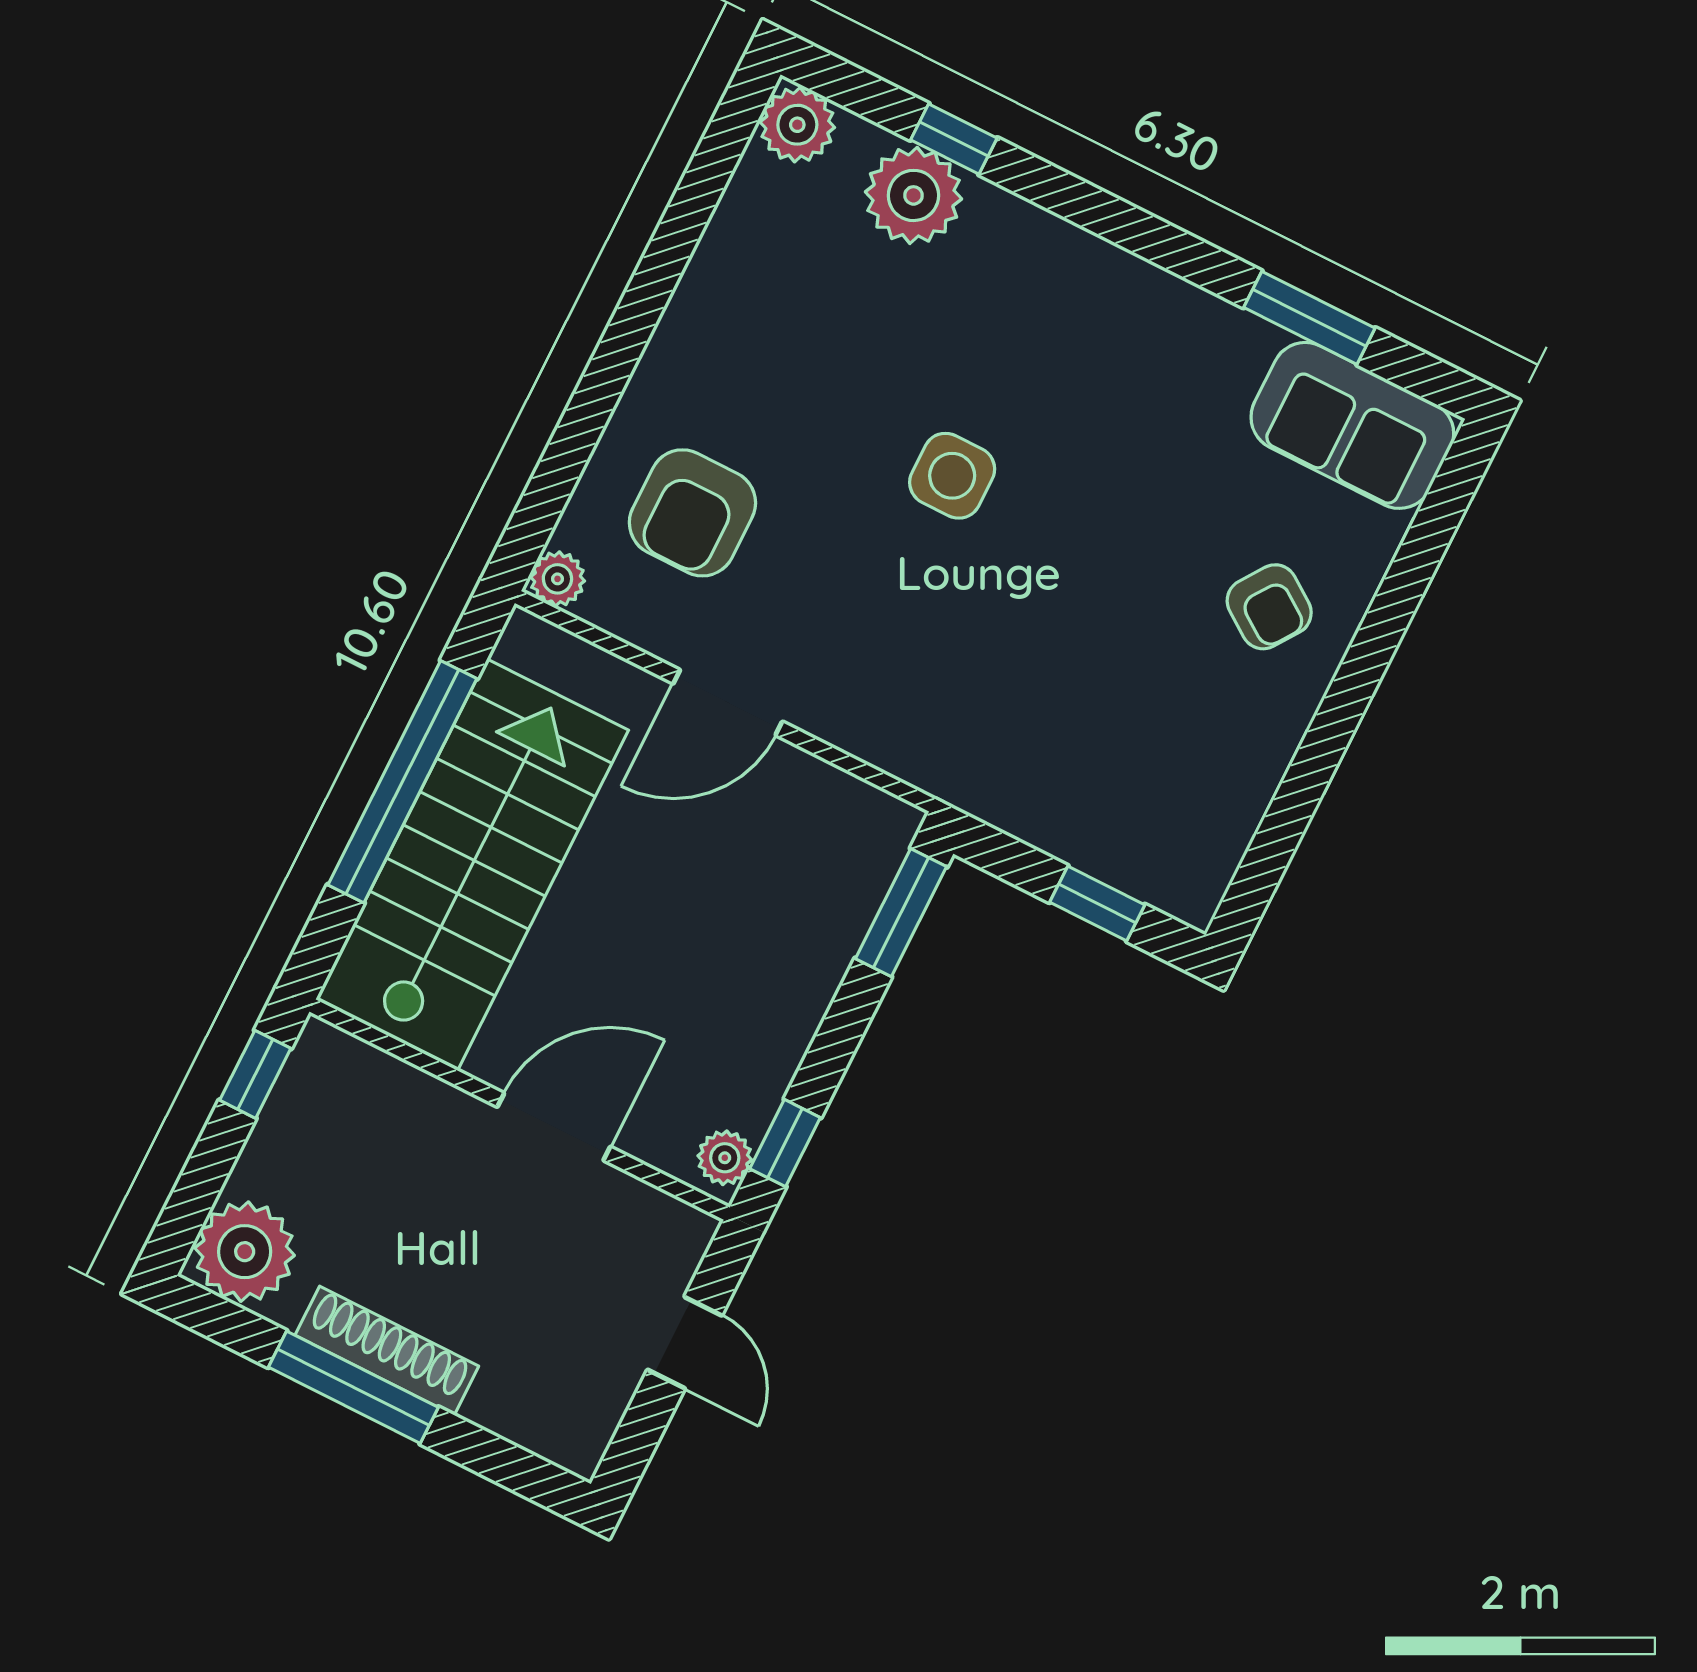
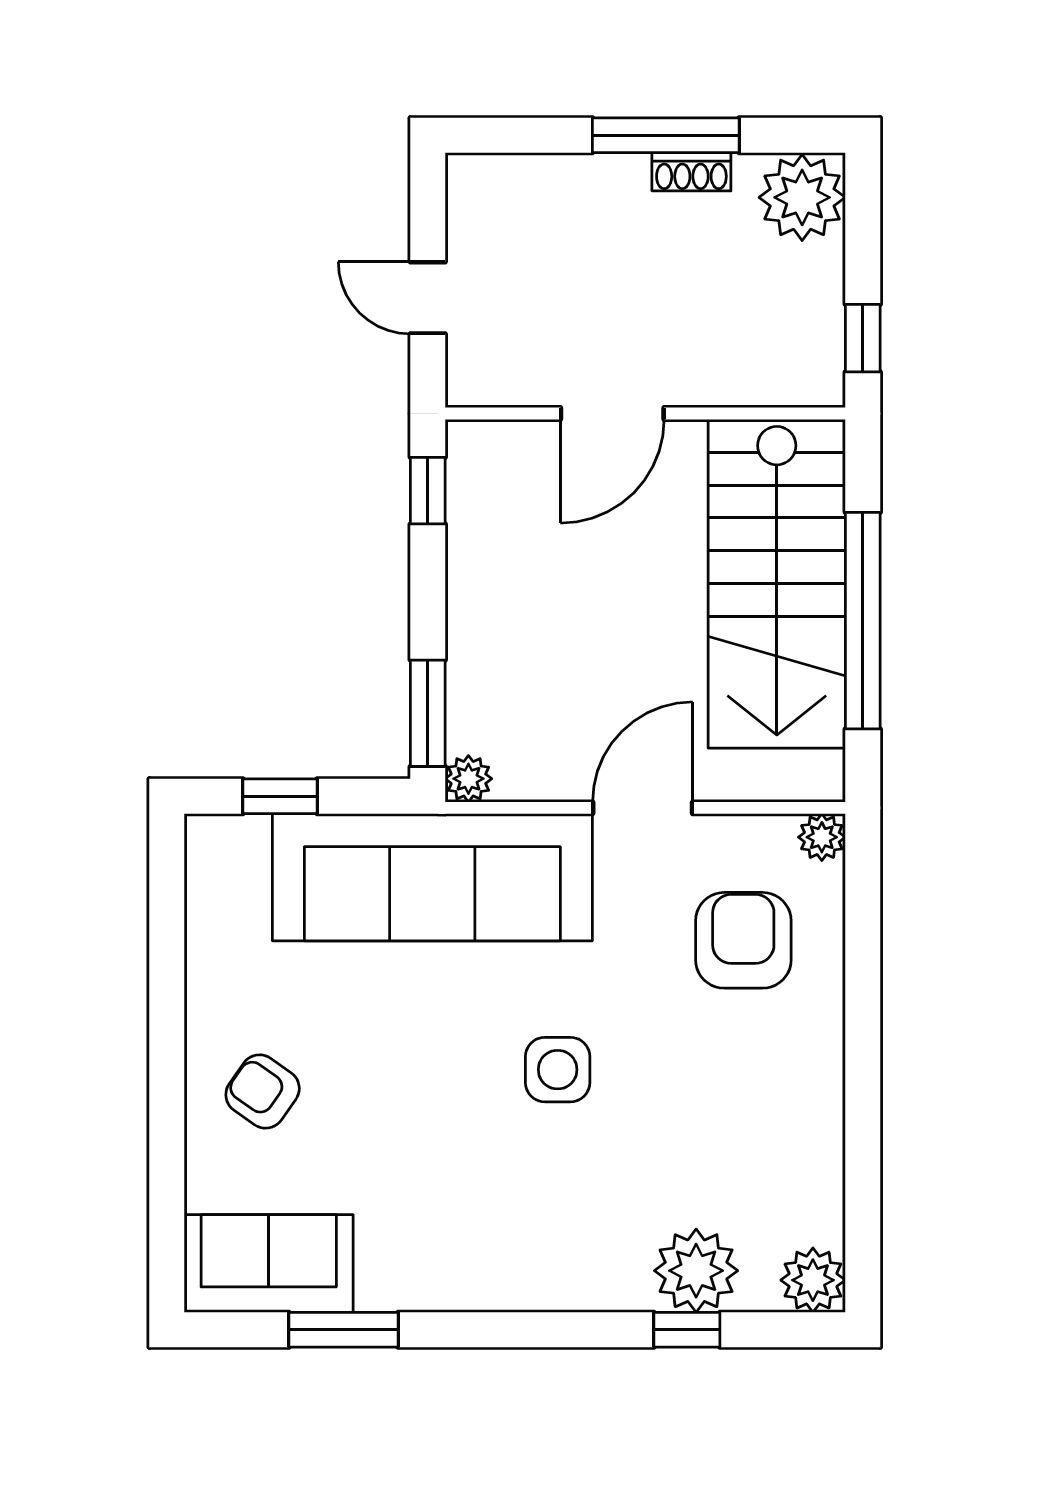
sofa: (982, 740) -> (432, 877), added
plant: (725, 1158) -> (468, 779), moved
shoe rack: (387, 1351) -> (691, 172), width x0.51, depth x0.81

